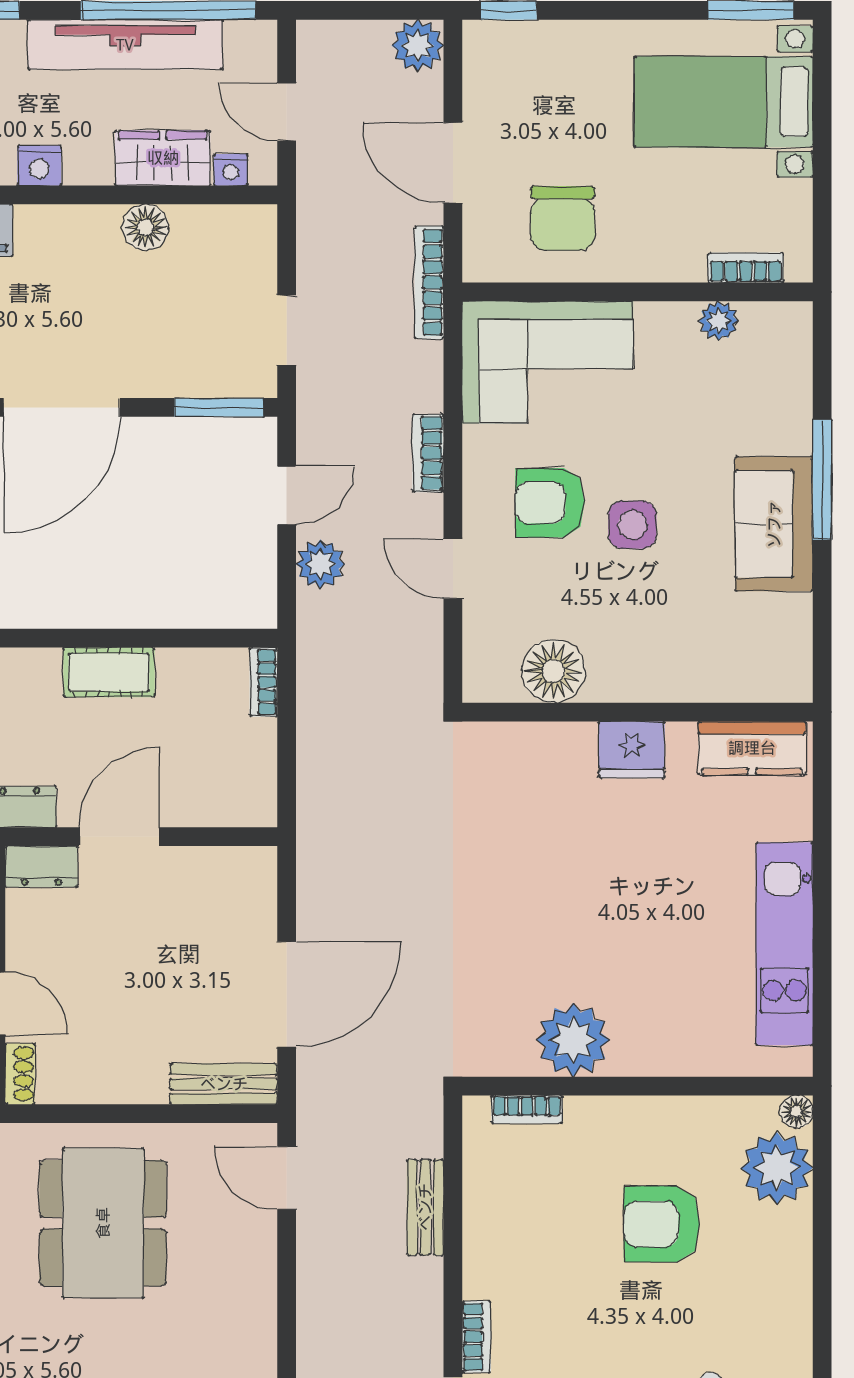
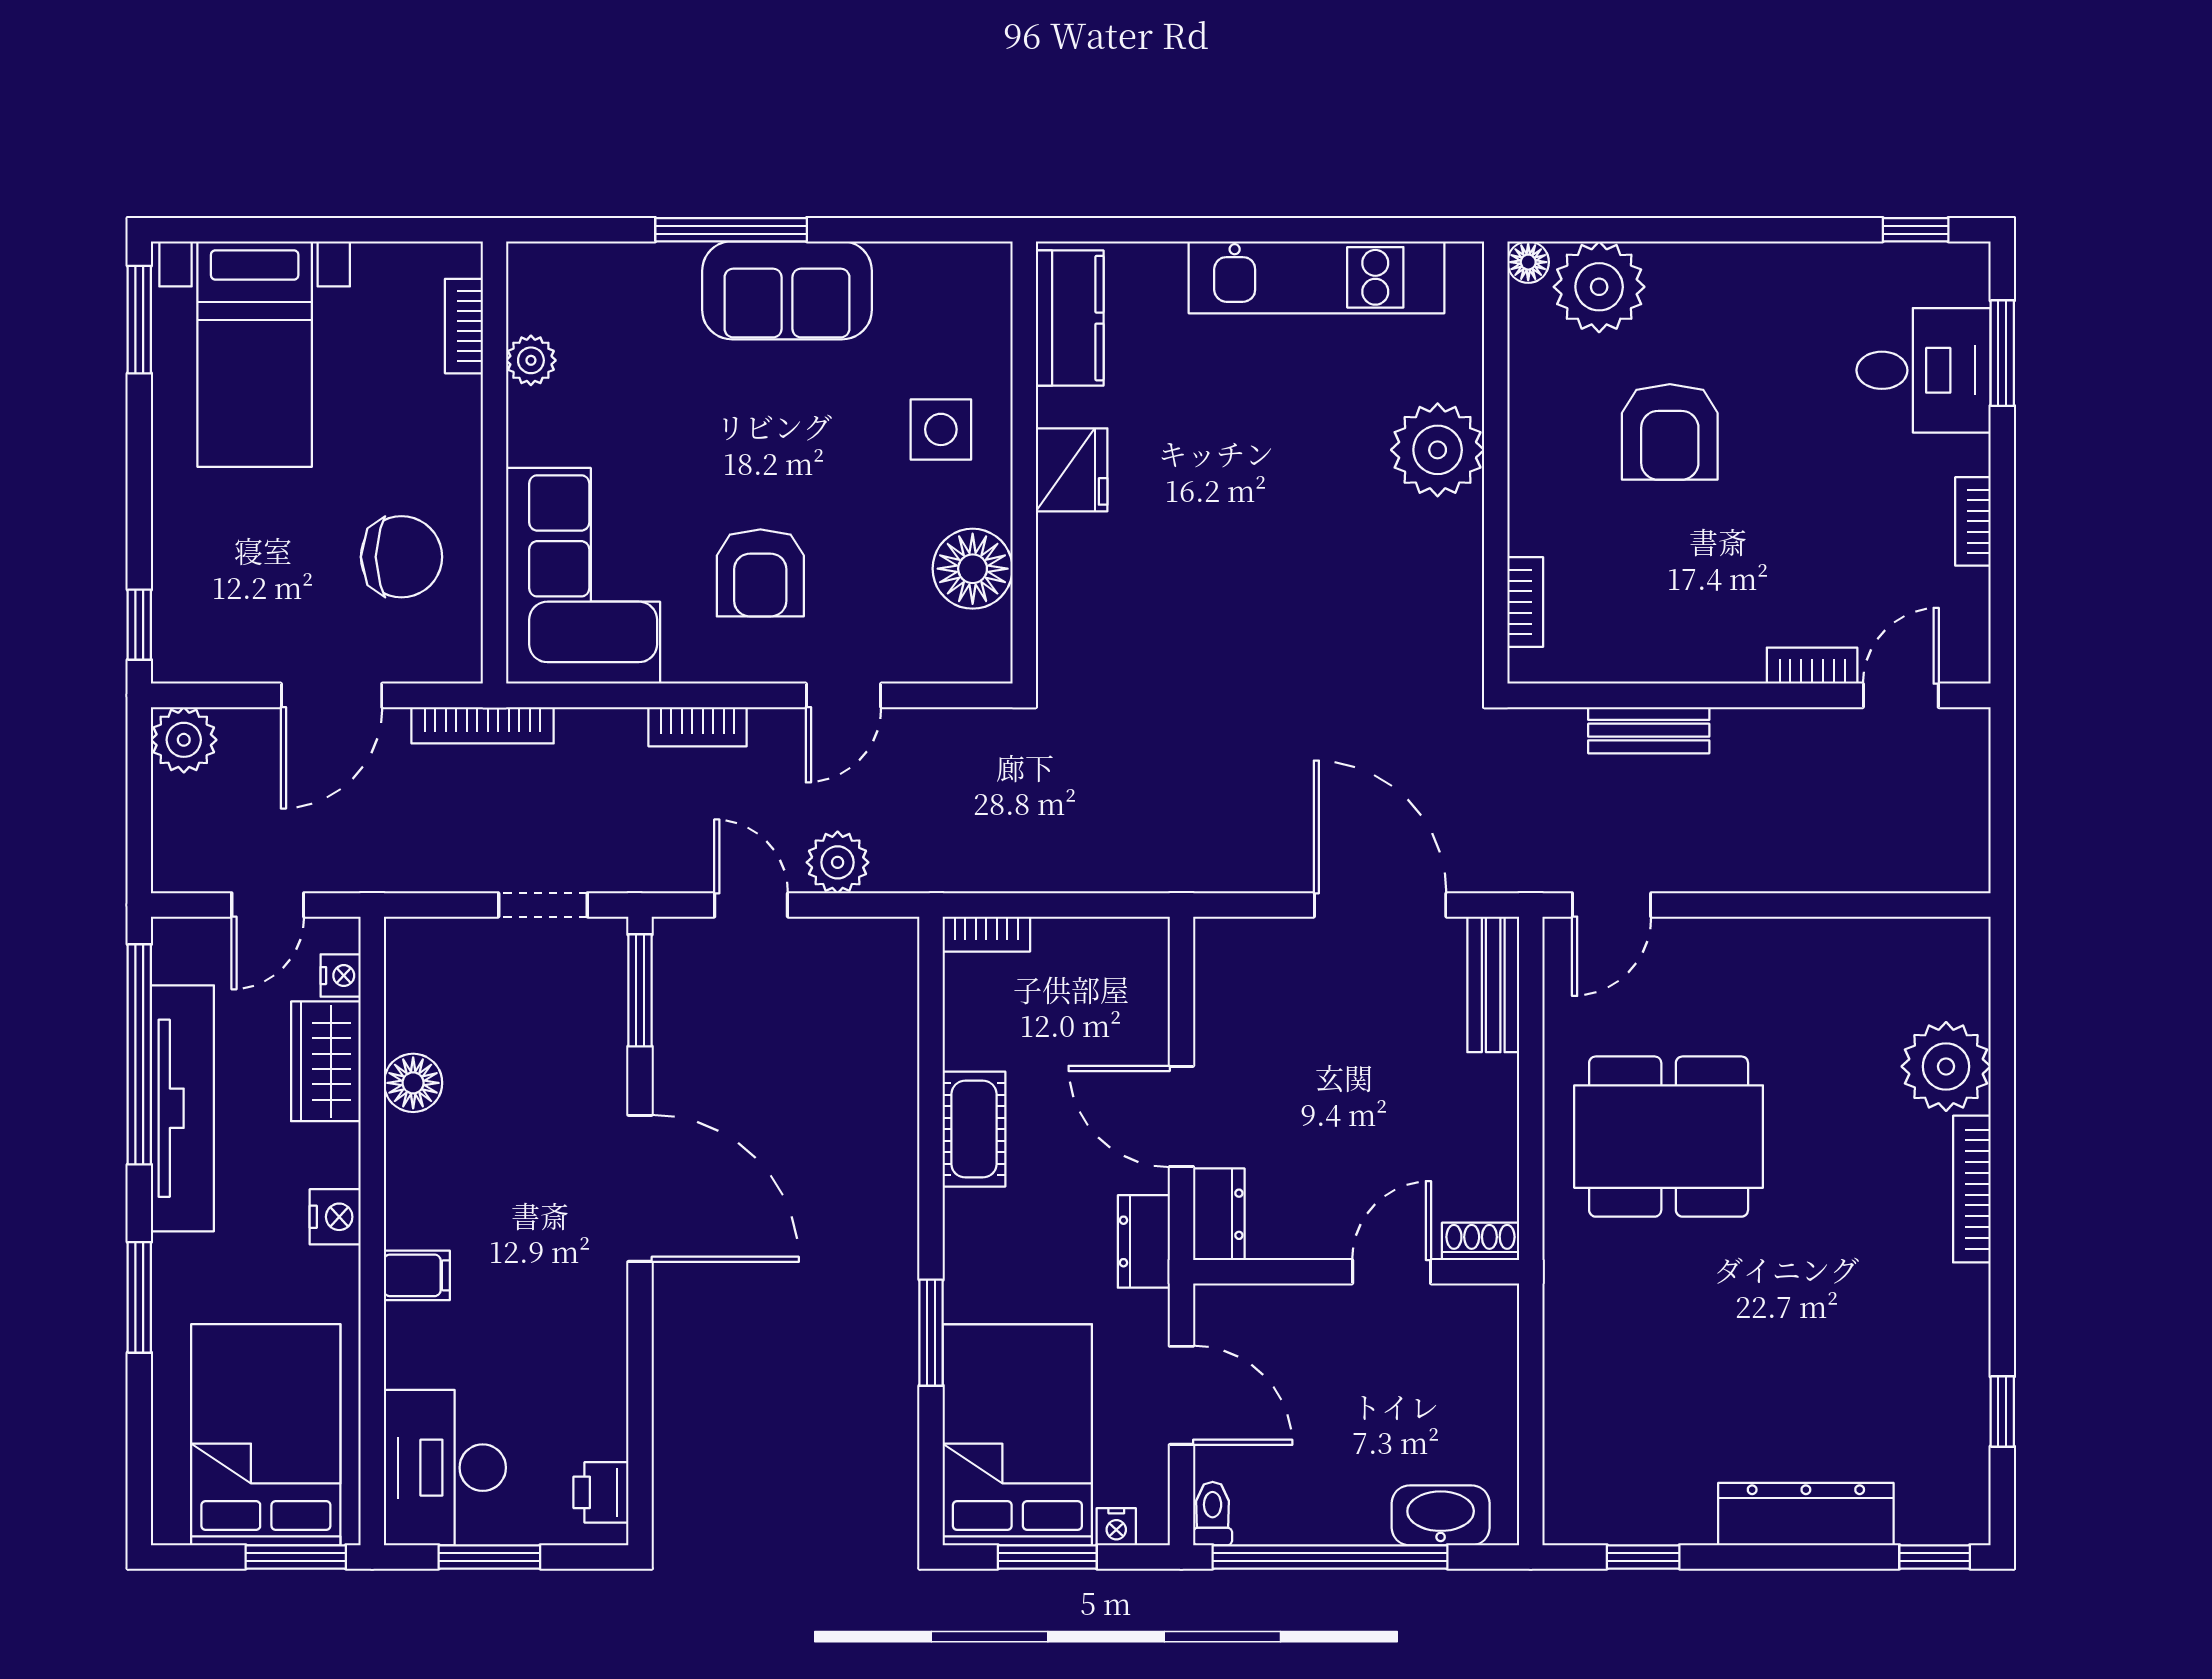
side table: (632, 525) -> (941, 429), moved
plant: (573, 1040) -> (1438, 450), moved

